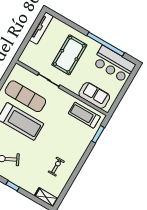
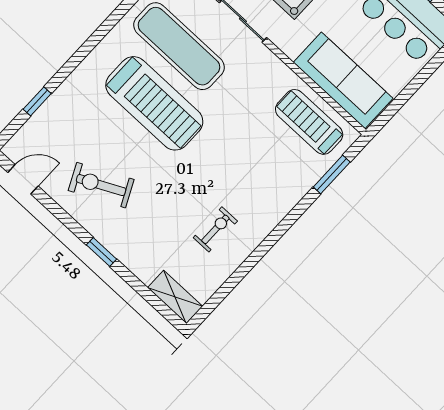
sofa: (94, 95) -> (343, 80), width x1.36

